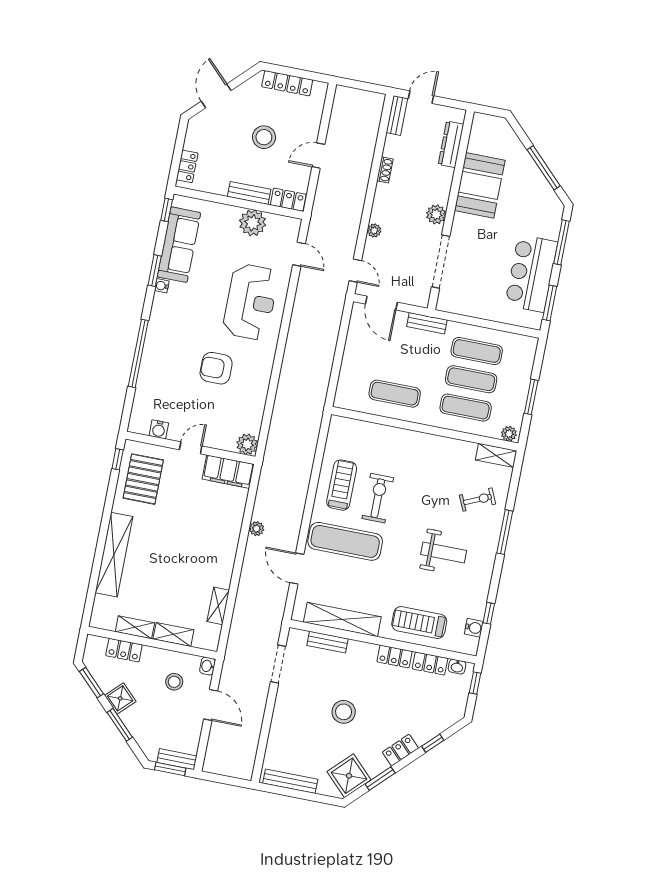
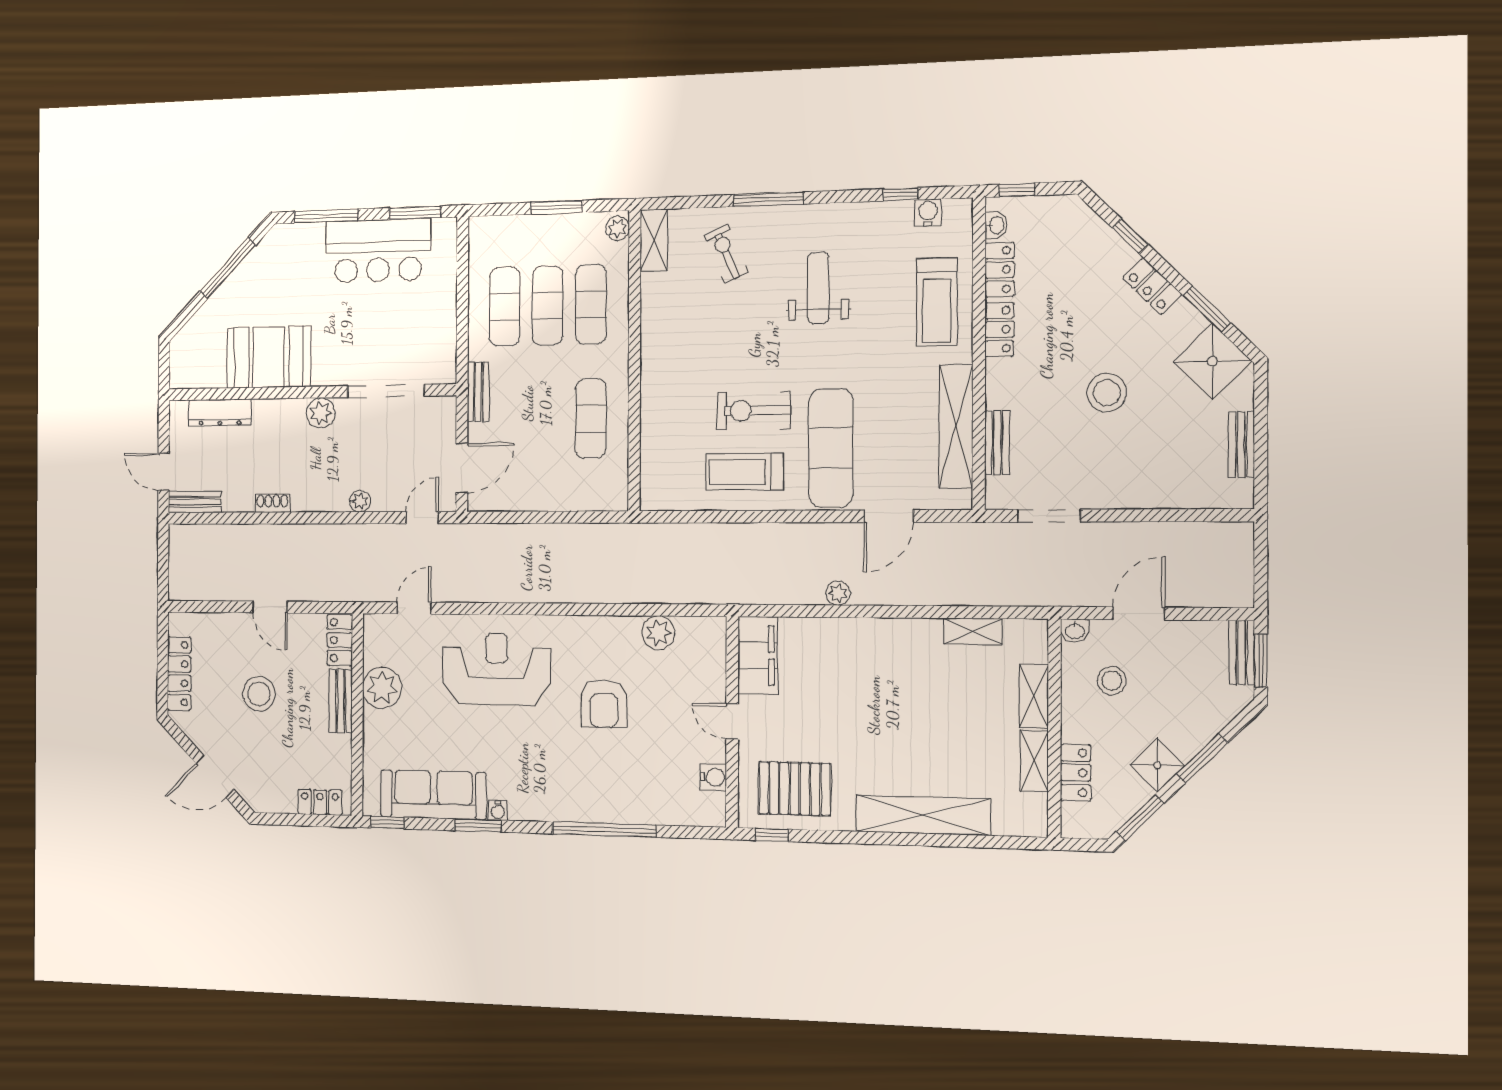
plant: (247, 444) -> (658, 633), moved
bench: (290, 781) -> (1241, 445), width x0.73

